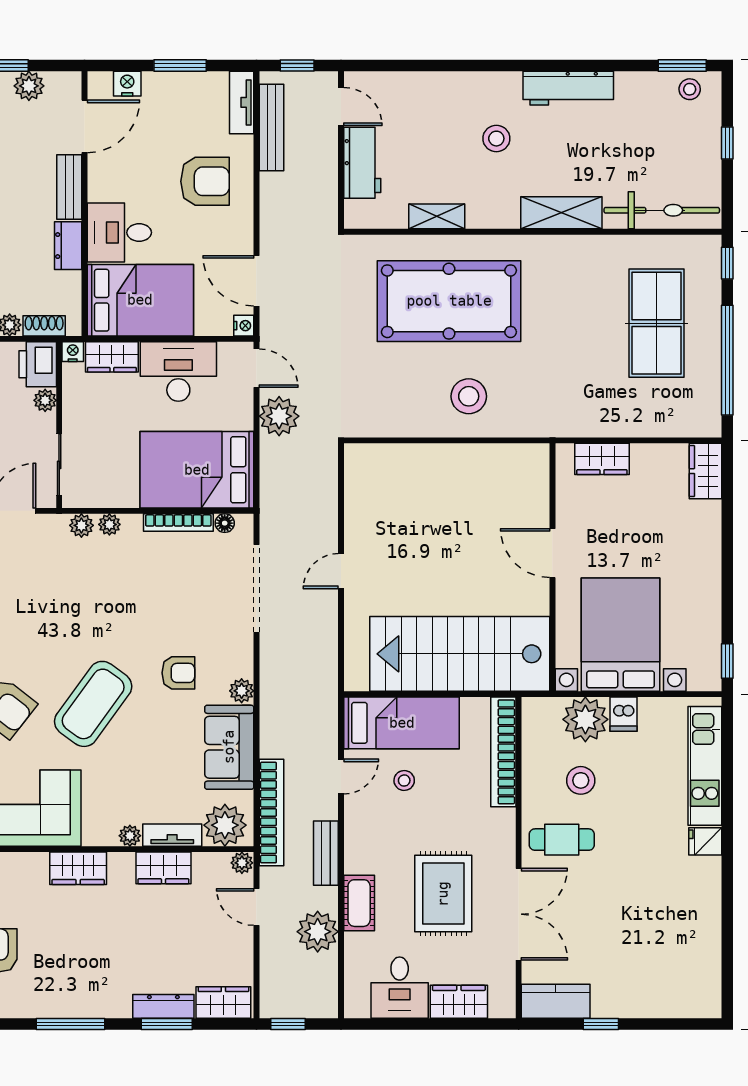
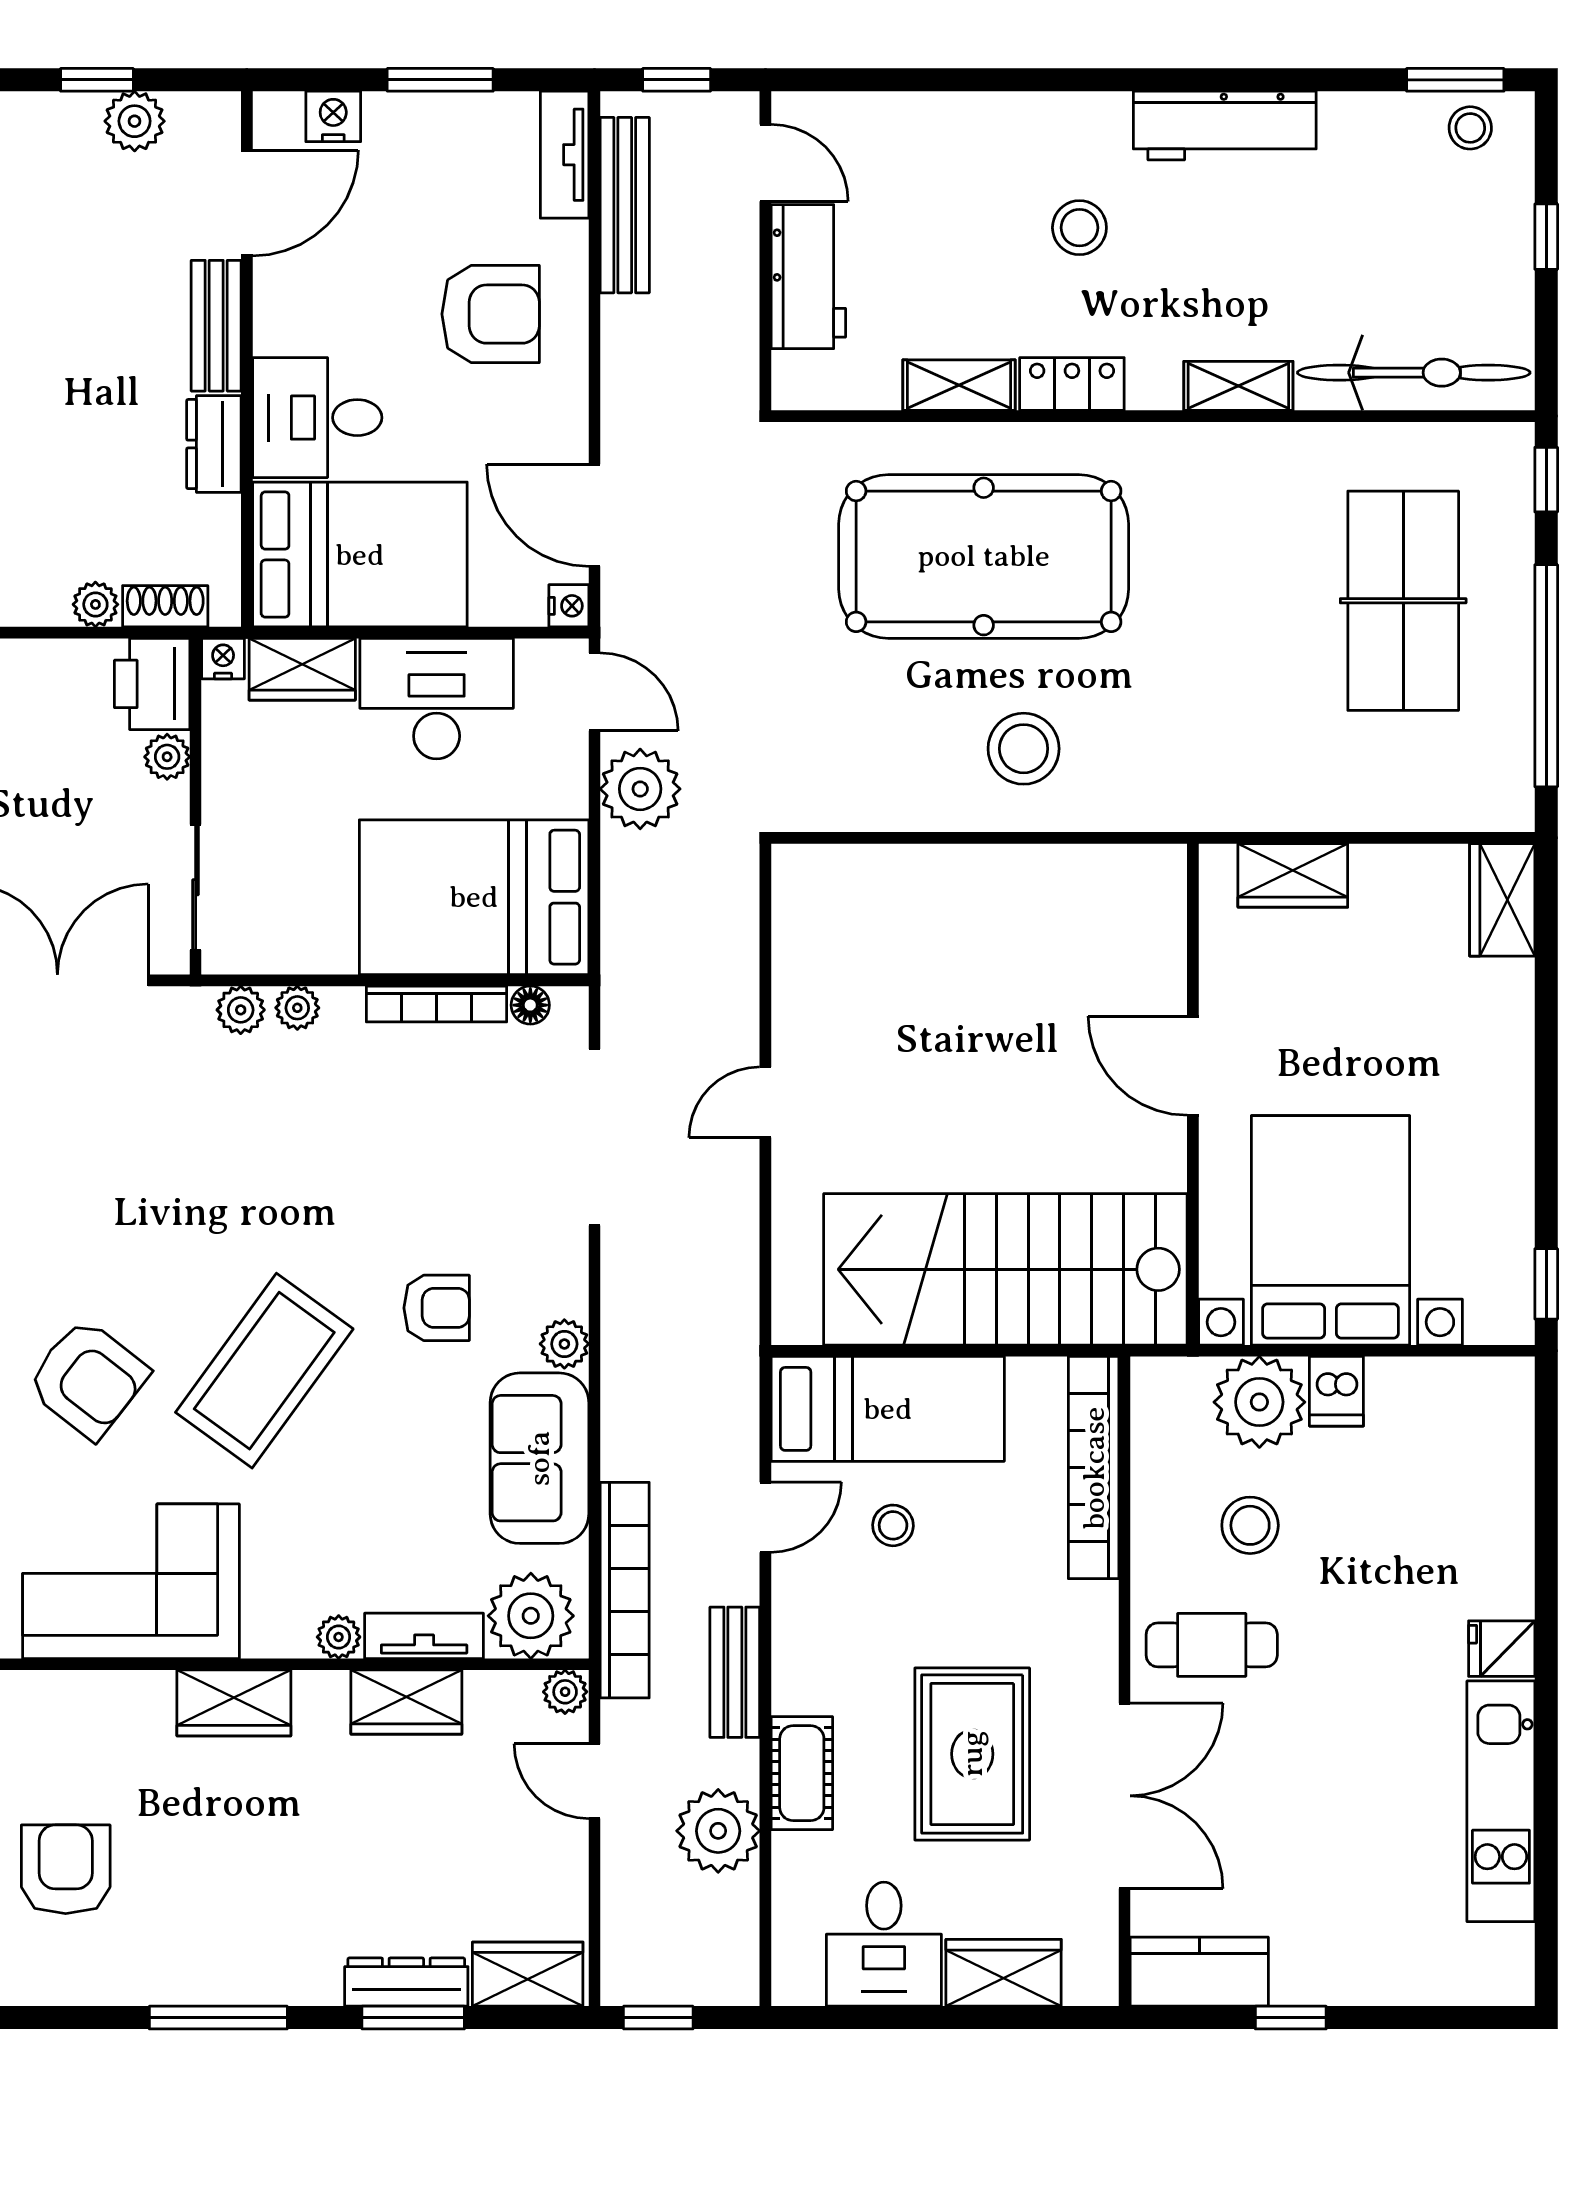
shelving: (561, 213) -> (1238, 386), width x0.67, depth x0.75
locker: (493, 216) -> (1072, 384), added
kitchen unit: (705, 766) -> (1501, 1801), moved

